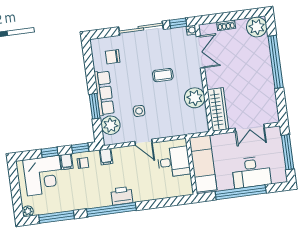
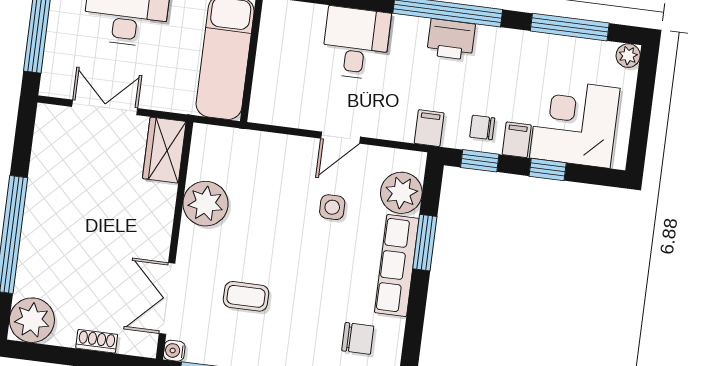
coffee table: (163, 75) -> (246, 296), moved
wardrobe: (218, 109) -> (164, 150), width x0.67
door: (143, 142) -> (341, 138), swing flipped
desk: (174, 162) -> (356, 43), moved, turned 90
printer: (122, 196) -> (451, 39), moved

